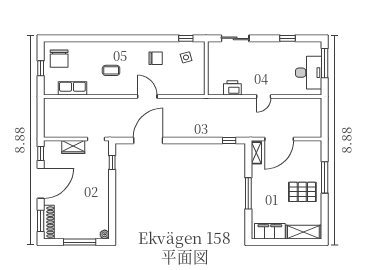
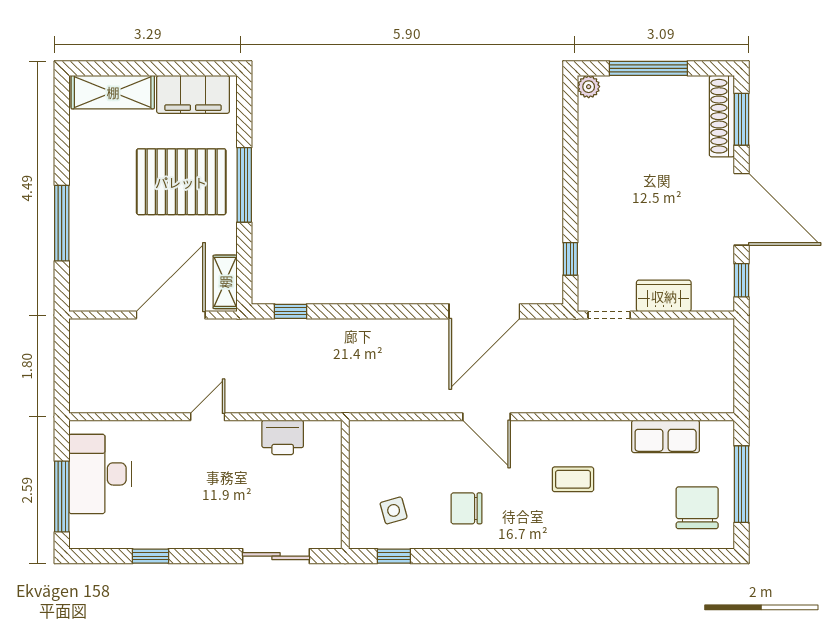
window: (41, 68) -> (742, 484), width x2.17
door: (41, 183) -> (742, 209), swing flipped
pallet: (302, 192) -> (181, 182), moved, width x1.37, depth x1.41

